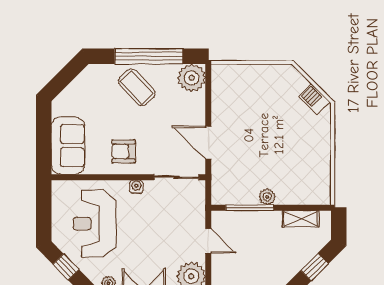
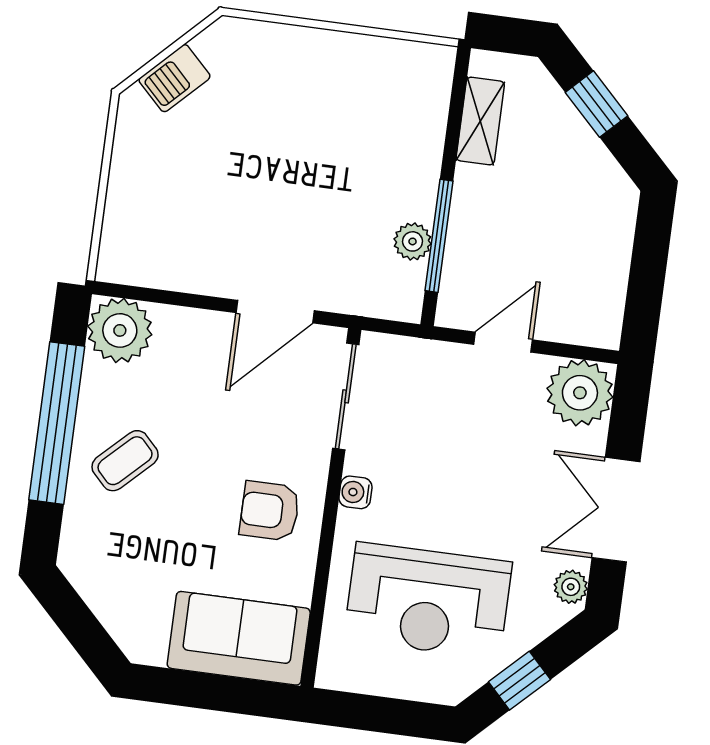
coffee table: (137, 87) -> (125, 461), width x0.73, depth x0.77
barbecue: (314, 99) -> (175, 78), moved
armchair: (124, 151) -> (270, 511), turned 90
plant: (267, 197) -> (413, 241), moved

